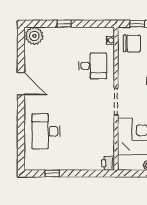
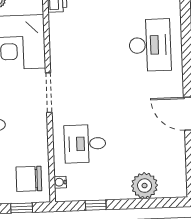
window: (64, 24) -> (96, 205), moved
plant: (34, 36) -> (145, 186), moved

